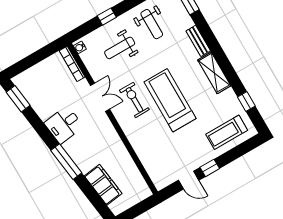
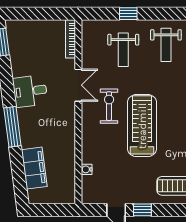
water cooler: (80, 47) -> (87, 169), moved
weight bench: (120, 48) -> (123, 50), turned -90

